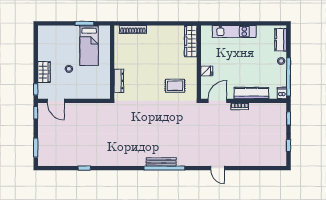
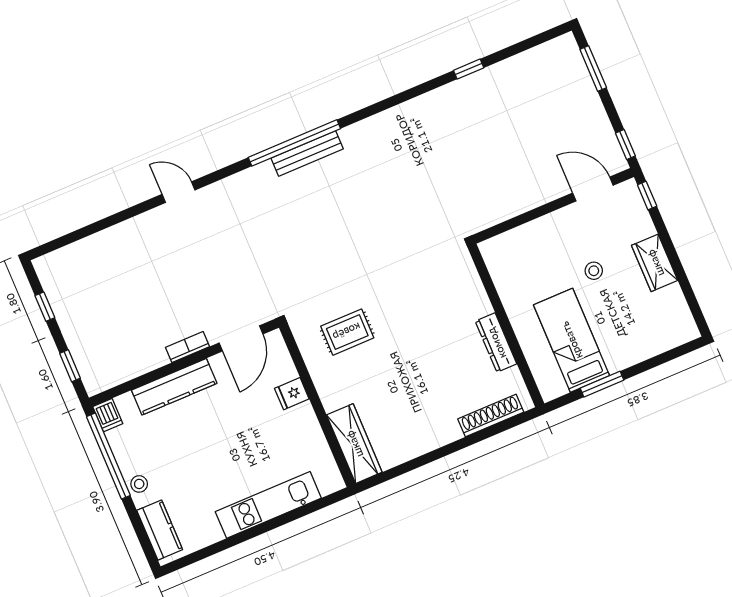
wardrobe: (44, 72) -> (655, 263), moved
dresser: (119, 81) -> (496, 343), moved

